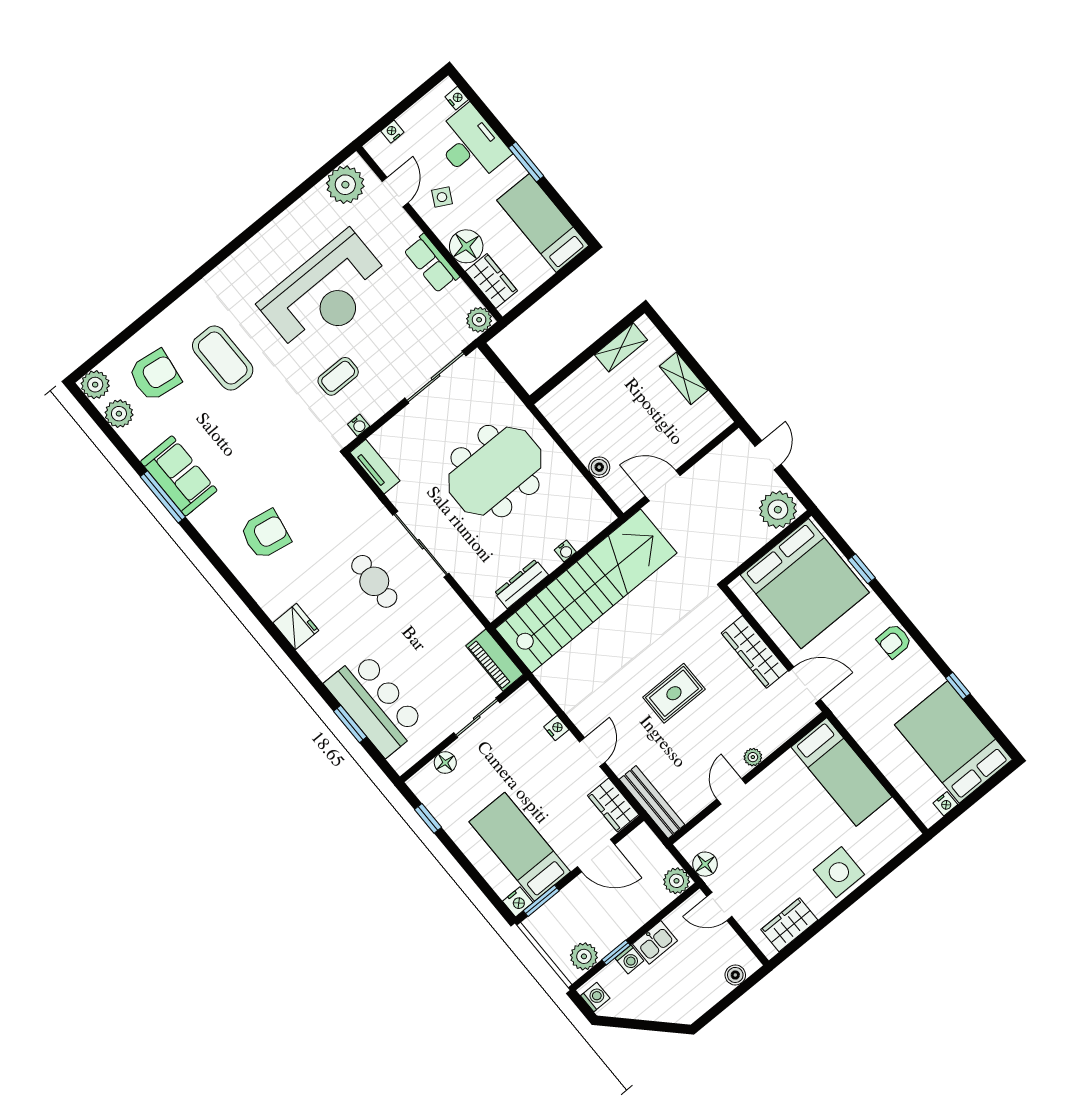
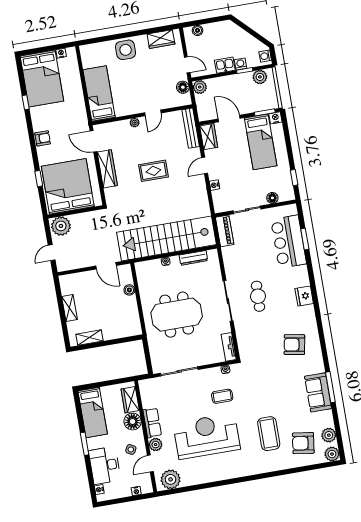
plant: (479, 320) -> (156, 445), moved

